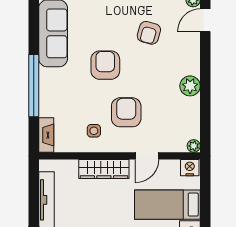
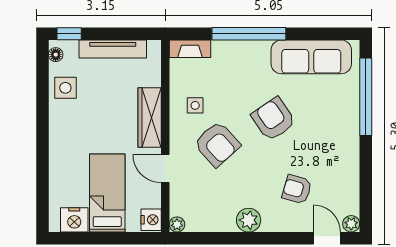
armchair: (149, 33) -> (297, 189), moved
armchair: (105, 65) -> (273, 119), turned -124
armchair: (126, 112) -> (217, 144), turned 48

